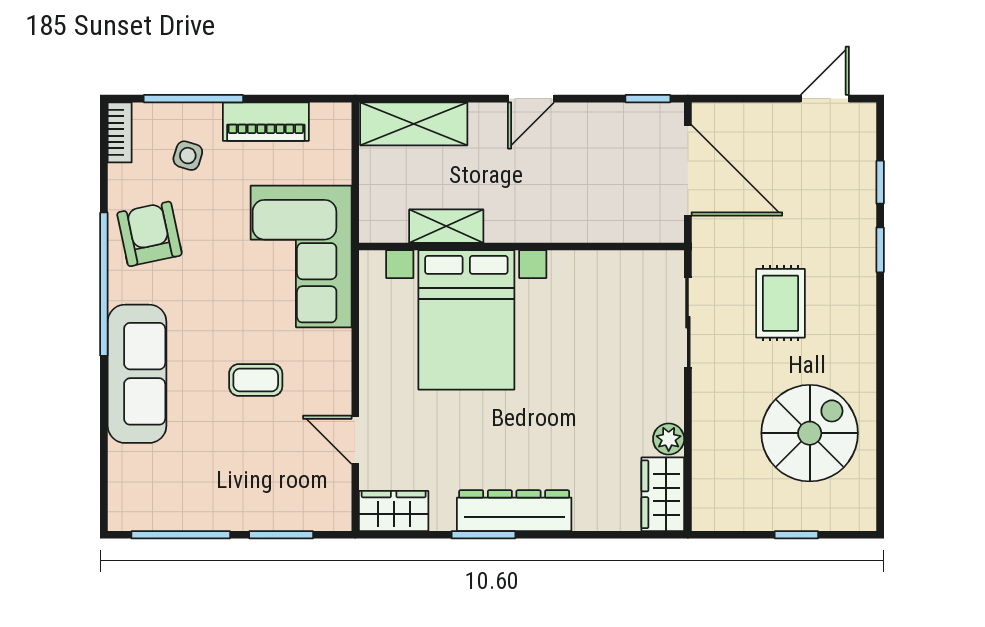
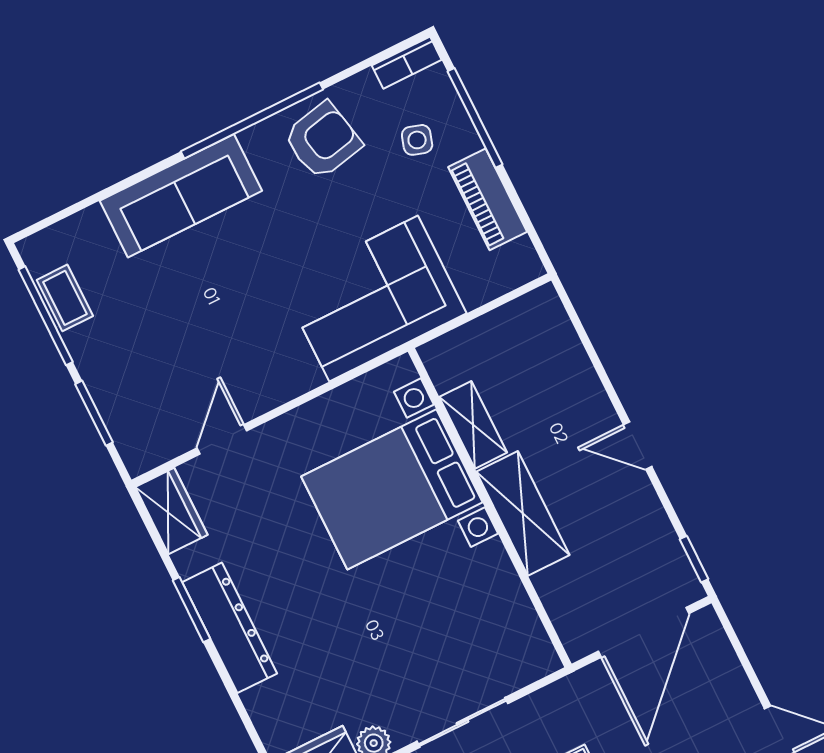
shelving: (414, 124) -> (523, 513), moved
sliding door: (688, 322) -> (462, 722), moved
coffee table: (256, 380) -> (65, 298), moved

